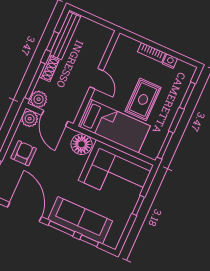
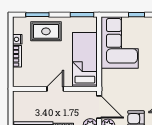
rug: (143, 99) -> (46, 31), moved
door: (55, 118) -> (99, 107), hinge flipped
floor lamp: (82, 144) -> (110, 78), removed

